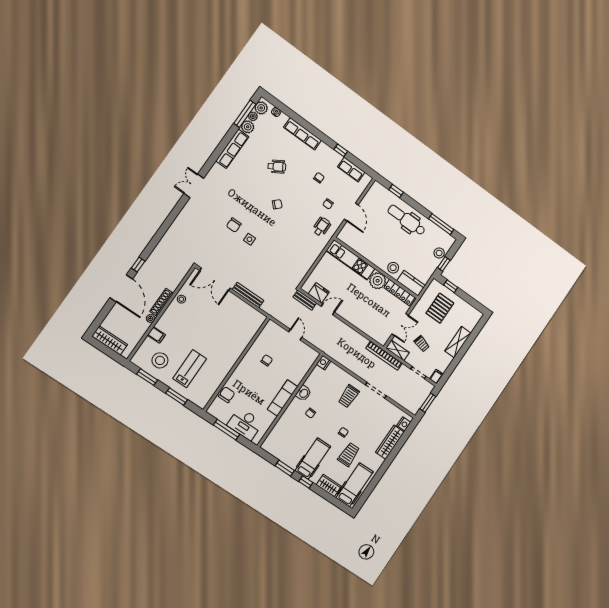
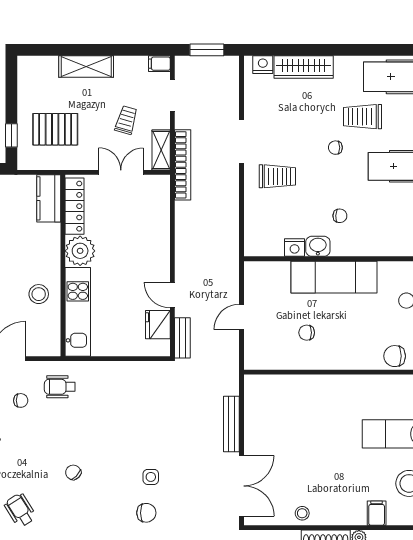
stool: (393, 268) -> (39, 294), moved
nightstand: (324, 363) -> (295, 247), moved
exam couch: (282, 398) -> (334, 277), width x1.36, depth x1.45

